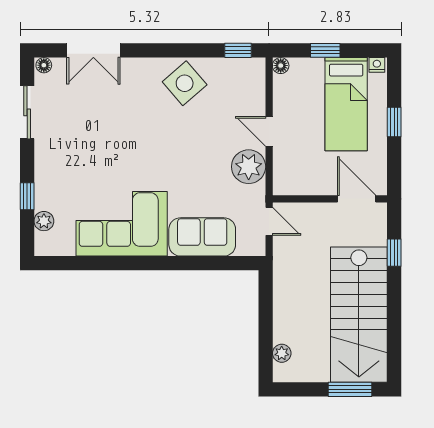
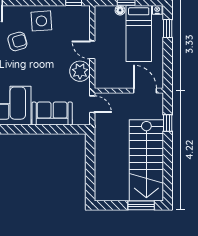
floor lamp: (281, 66) -> (120, 10), moved
side table: (185, 83) -> (41, 21), turned 37
armchair: (145, 117) -> (17, 41), added
window: (394, 122) -> (168, 28), moved
plant: (282, 353) -> (100, 184), removed

